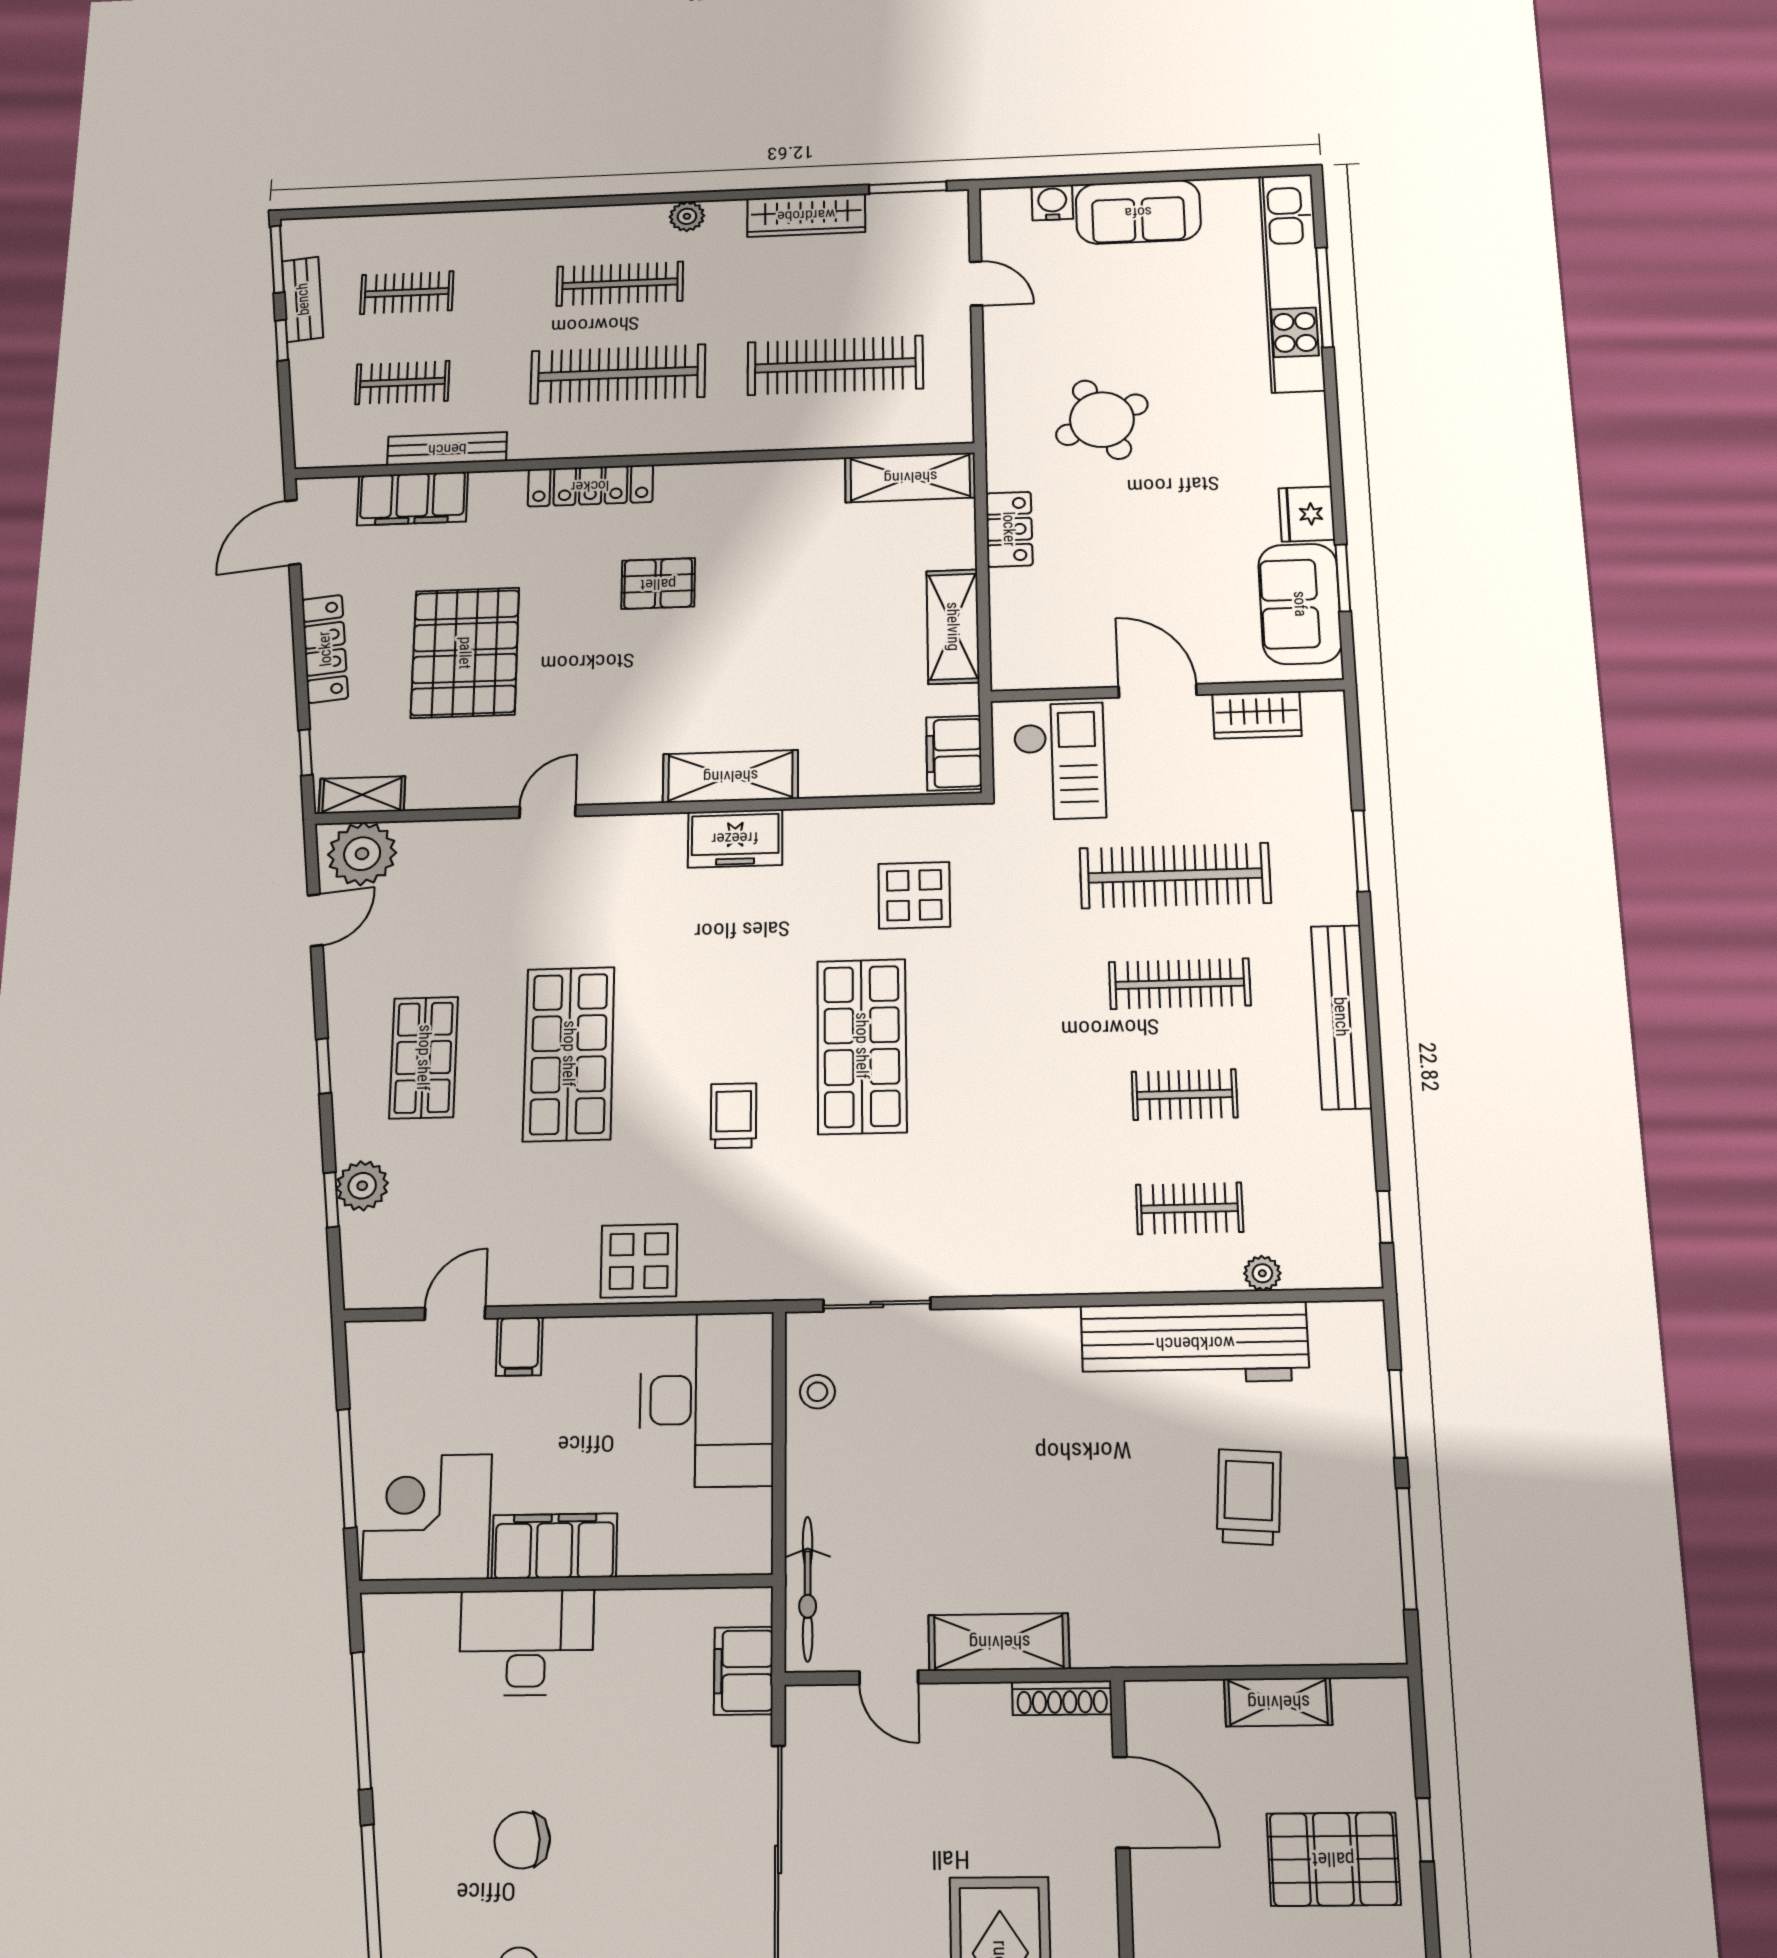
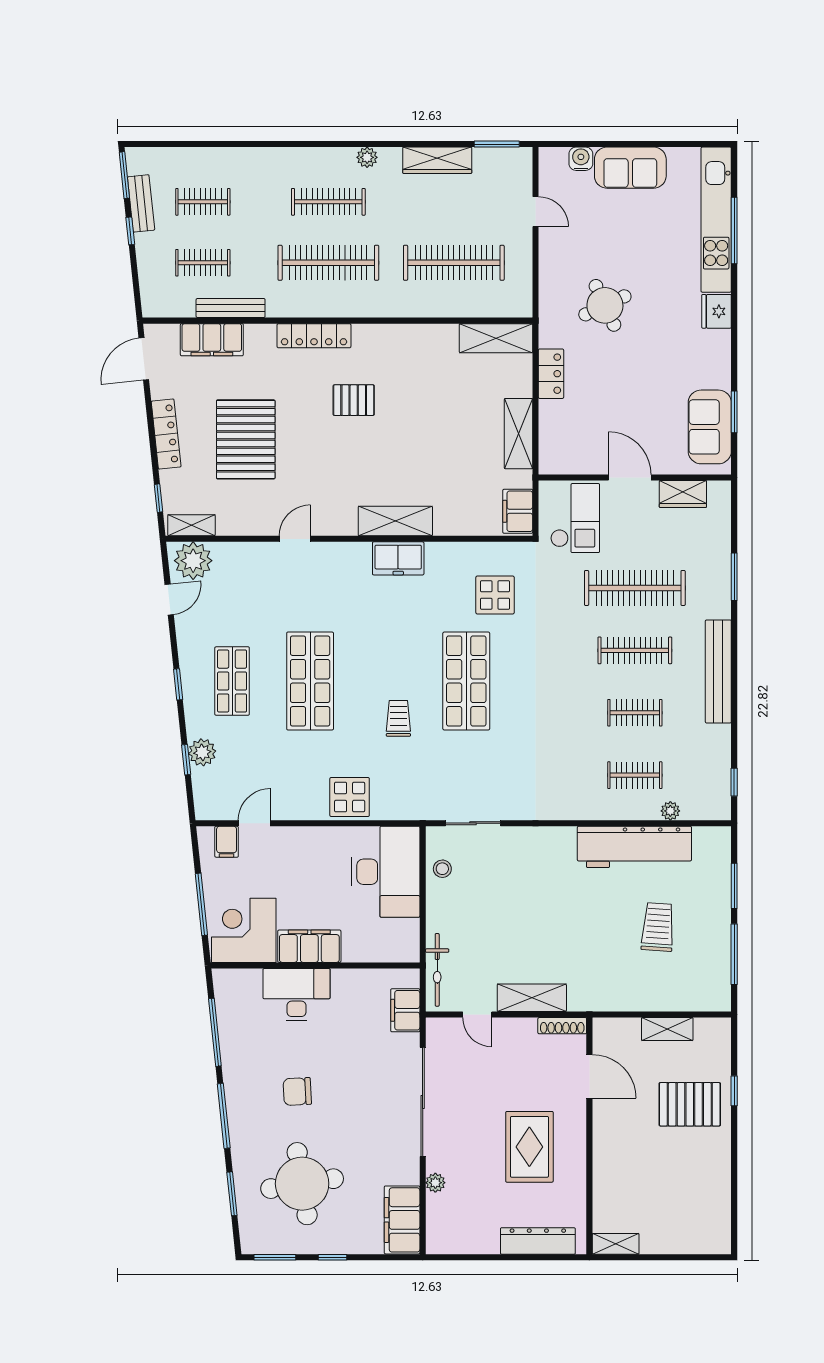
fridge: (1307, 514) -> (717, 311), moved
filing cabinet: (519, 1346) -> (227, 842), moved

